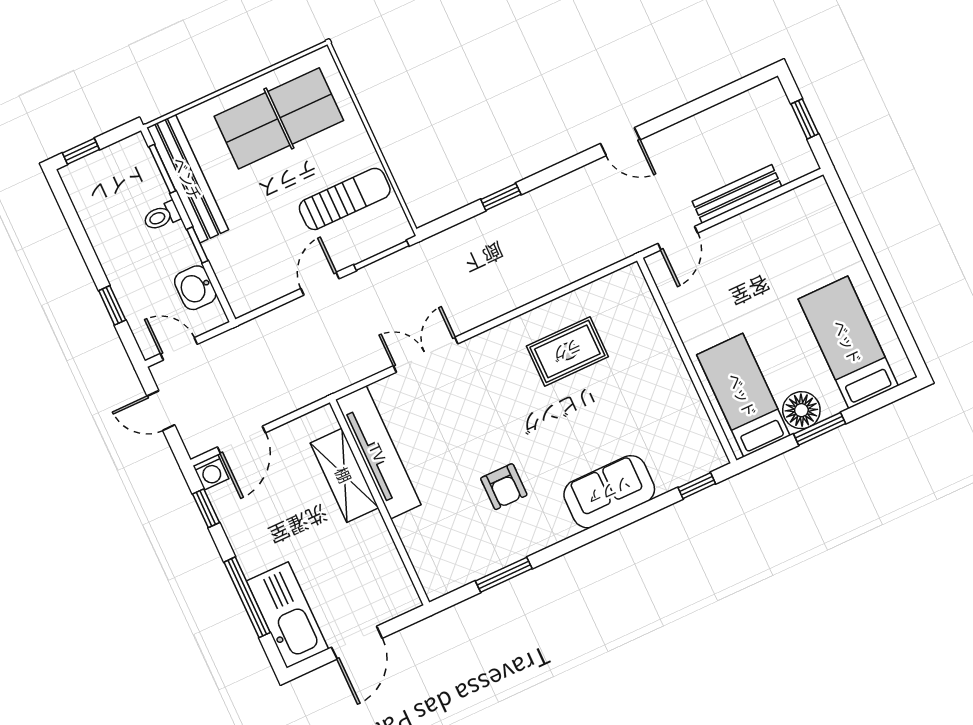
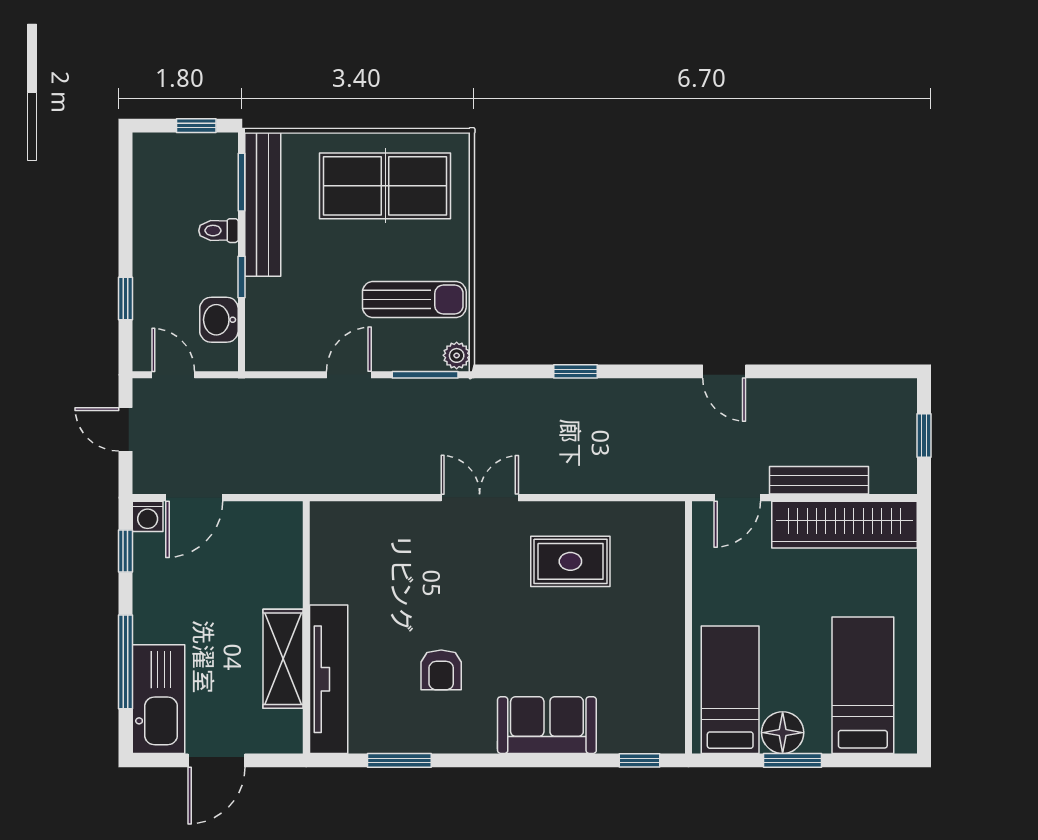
window: (81, 151) -> (196, 126), moved
wardrobe: (774, 220) -> (845, 525), added
plant: (399, 228) -> (457, 355), added
double door: (426, 355) -> (480, 498), moved
tv unit: (378, 452) -> (329, 679), moved
shelving: (344, 475) -> (283, 659), moved

